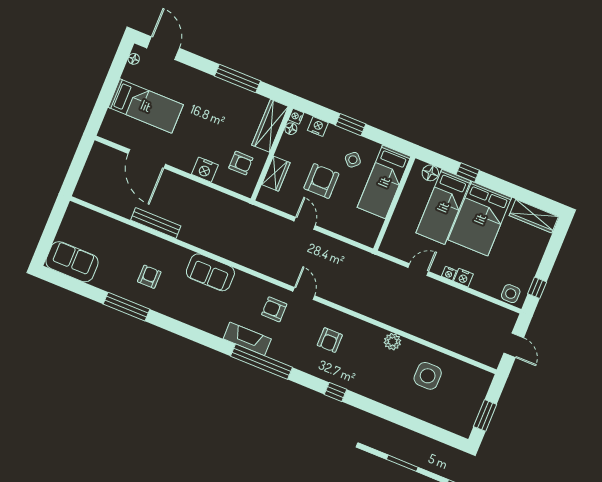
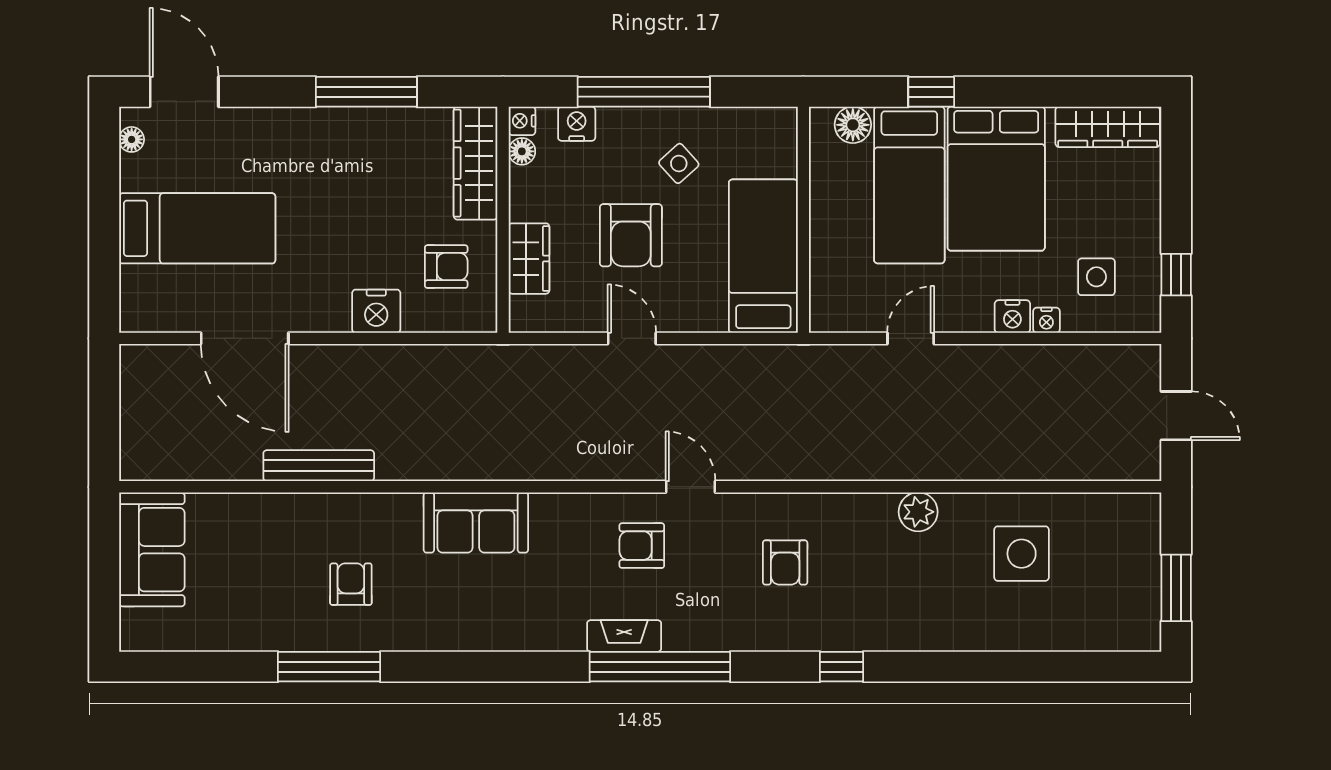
window: (351, 125) -> (644, 92), width x2.11
armchair: (321, 181) -> (631, 235), turned 180
bed: (384, 182) -> (763, 256), moved, turned 180
sofa: (72, 262) -> (152, 550), moved, turned 90
nightstand: (449, 273) -> (1046, 320), moved
side table: (511, 294) -> (1096, 277), moved
fireplace: (247, 339) -> (624, 636), width x0.73, depth x0.76

